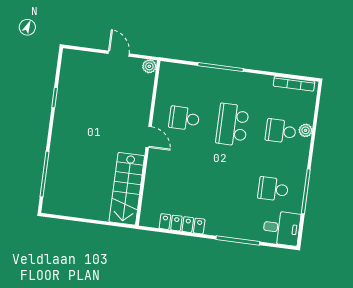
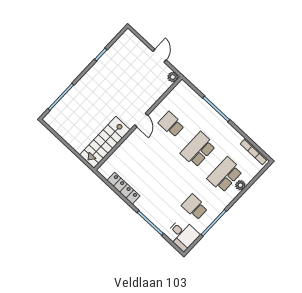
school desk: (281, 131) -> (225, 175), width x1.85

